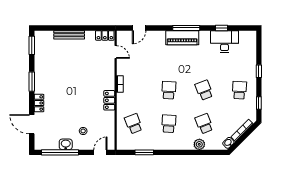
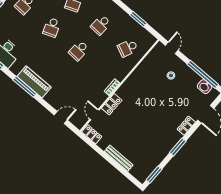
locker: (109, 100) -> (112, 104), moved
school desk: (134, 124) -> (128, 48), turned 45
washbasin: (66, 144) -> (205, 87), moved
door: (100, 152) -> (172, 48), swing flipped

